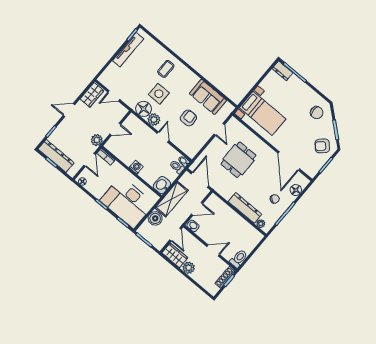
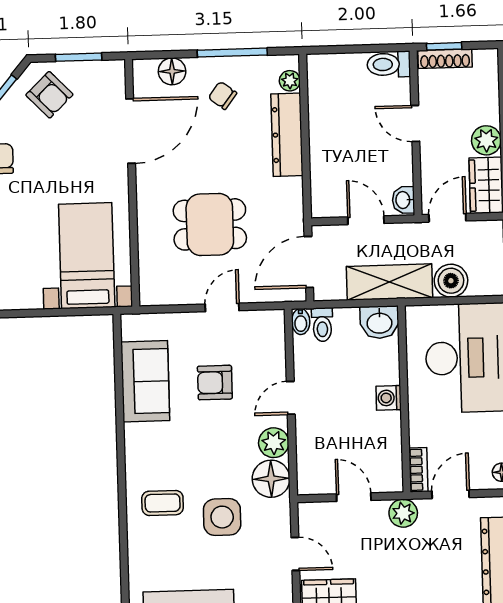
side table: (159, 94) -> (222, 517), moved
door: (219, 129) -> (222, 307), moved

